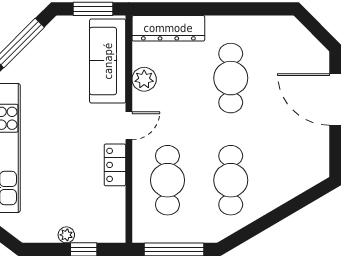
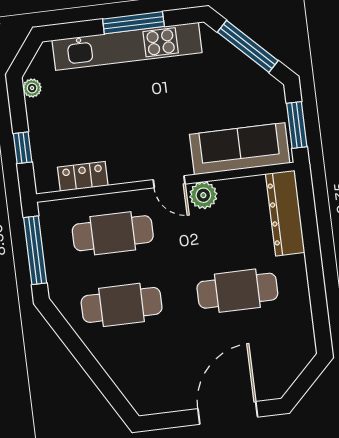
plant: (144, 79) -> (203, 195), moved
locker: (115, 165) -> (83, 176), moved
plant: (66, 235) -> (32, 88), moved

